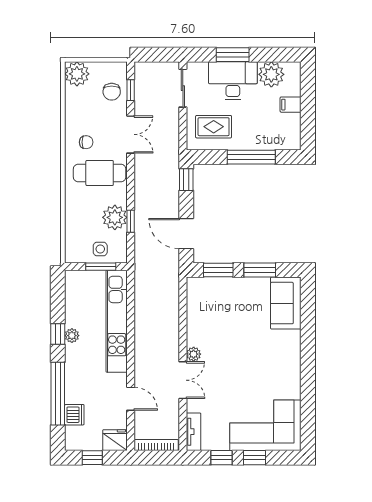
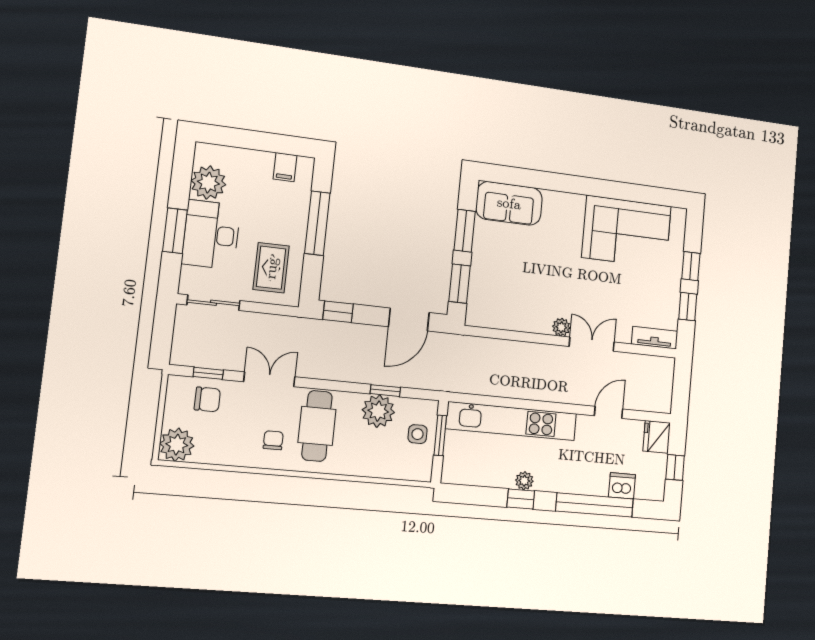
filing cabinet: (291, 105) -> (285, 167), moved
corner sofa: (265, 425) -> (627, 232), moved, turned -90
bookcase: (156, 445) -> (667, 386), removed

